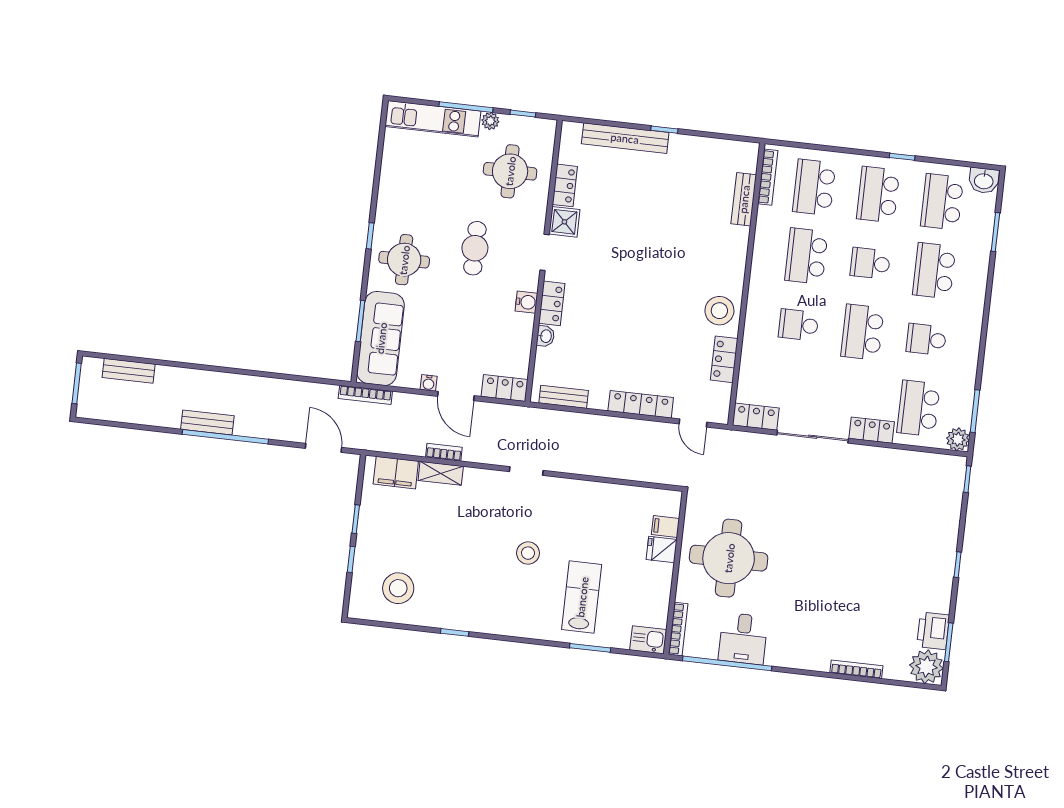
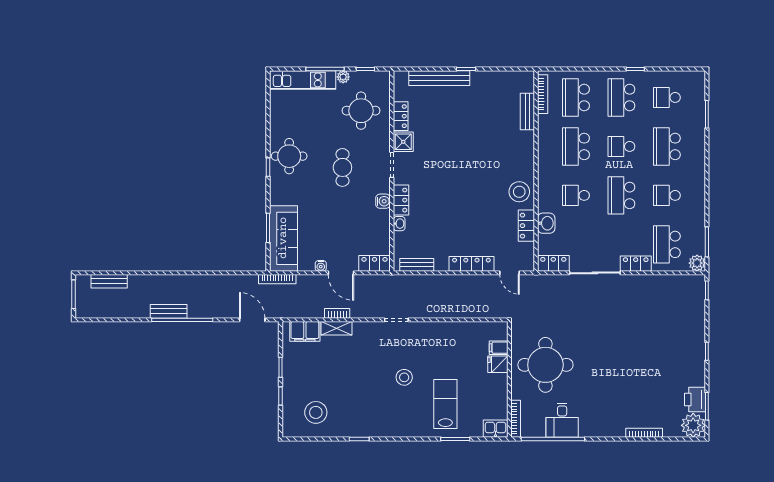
washbasin: (984, 181) -> (546, 223), moved, turned -90
school desk: (942, 202) -> (667, 97), width x0.54
round table: (404, 260) -> (289, 156), moved

